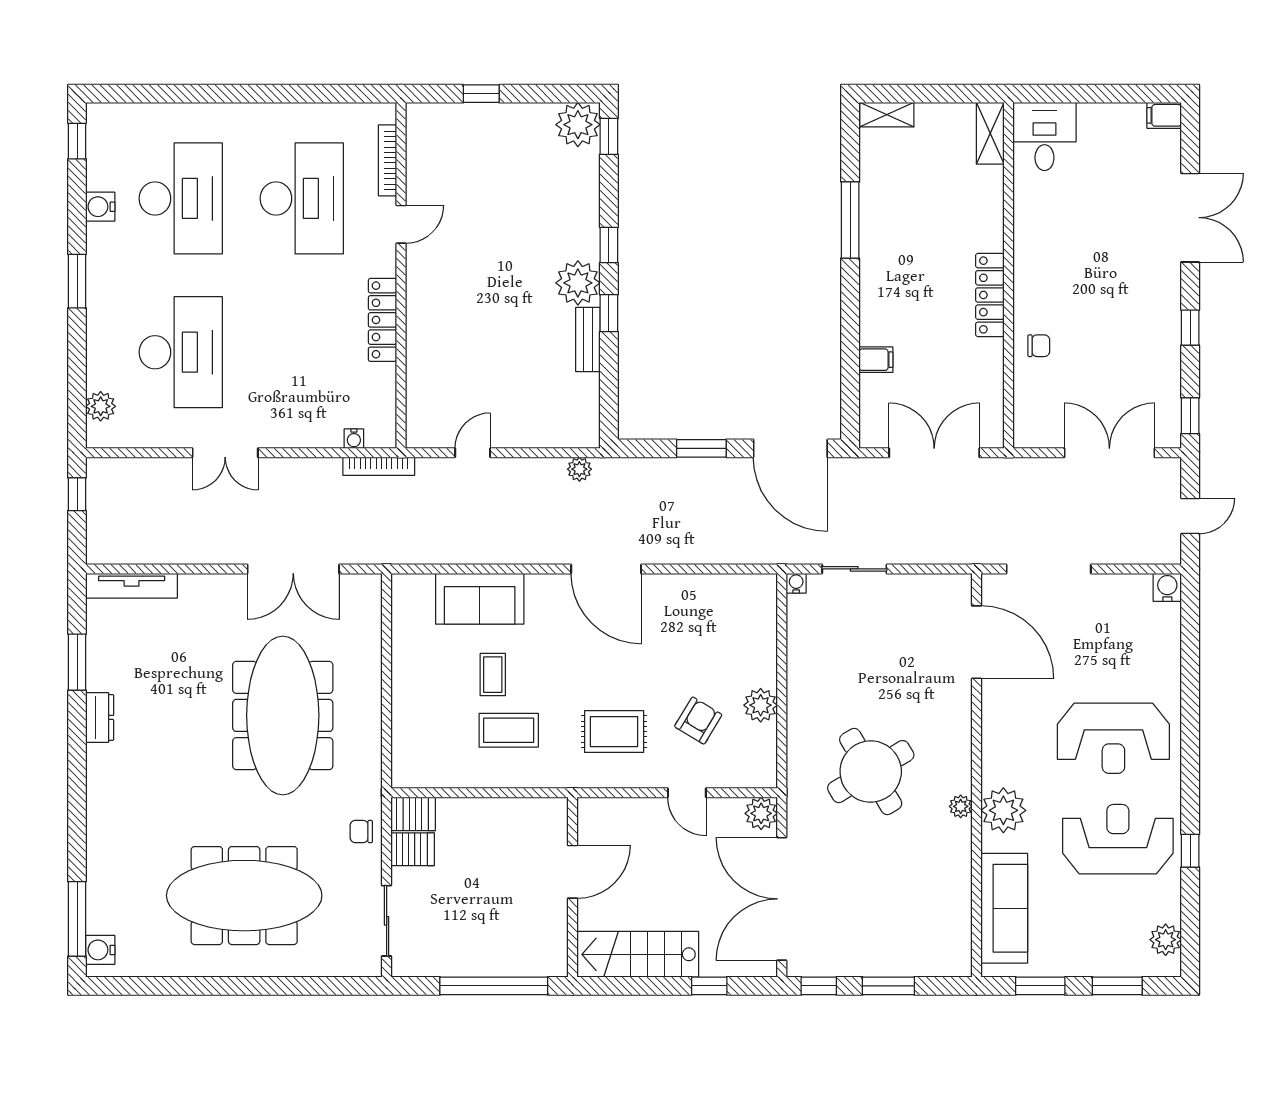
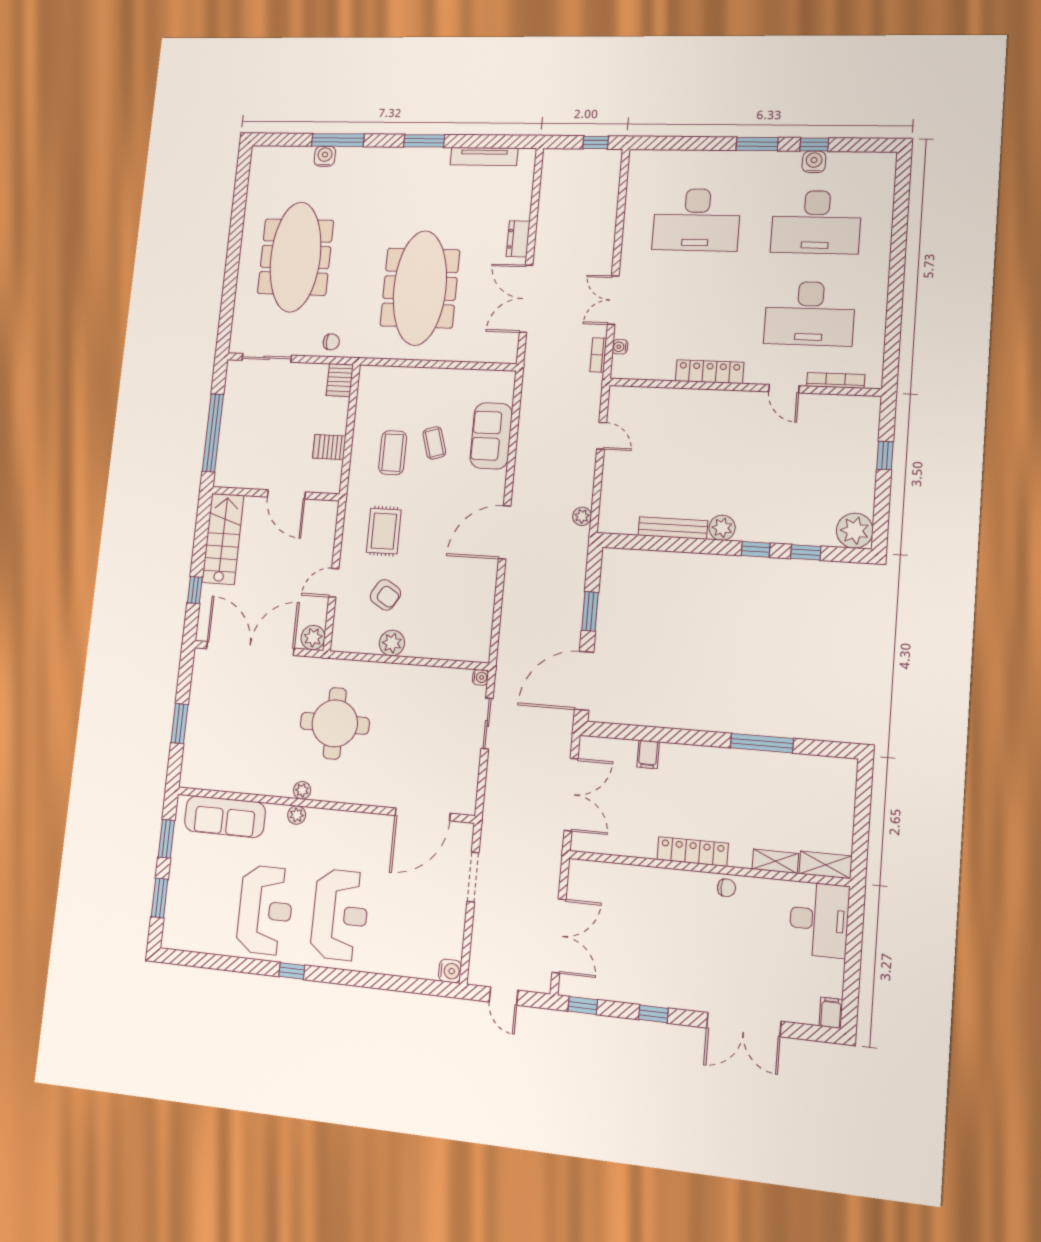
shelving: (887, 115) -> (775, 861), moved, turned 90
window: (609, 136) -> (806, 552), moved
desk: (1044, 137) -> (819, 920), width x1.37
window: (77, 141) -> (814, 145), moved
plant: (578, 283) -> (722, 528), width x0.73, depth x0.73
window: (609, 313) -> (701, 546), removed
bench: (588, 339) -> (673, 528), width x1.36
chair: (1039, 346) -> (726, 888), moved, turned -90
plant: (101, 406) -> (660, 160), removed
double door: (225, 453) -> (613, 300), moved
bookcase: (379, 466) -> (598, 355), width x0.64
doorway: (1049, 569) -> (473, 877), width x0.73
tv unit: (132, 586) -> (484, 156), moved, turned -90
window: (77, 662) -> (424, 141), moved
coffee table: (493, 675) -> (434, 443), turned 73
meeting table: (283, 715) -> (420, 288), turned 90
dresser: (100, 717) -> (518, 239), moved, turned 90
reception desk: (1113, 738) -> (340, 915), turned 180
round table: (871, 772) -> (335, 723), turned 31
plant: (1003, 810) -> (297, 815), width x0.53, depth x0.53
chair: (361, 832) -> (331, 342), turned 90
server rack: (413, 849) -> (329, 447), moved, turned 90
window: (1190, 851) -> (292, 971), moved
window: (77, 919) -> (338, 140), moved
plant: (1166, 940) -> (188, 939), removed
water cooler: (100, 950) -> (325, 156), moved
window: (819, 986) -> (186, 671), removed

